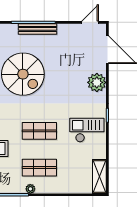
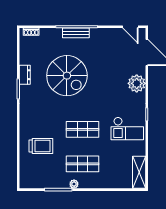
door: (90, 22) -> (130, 27), swing flipped
bench: (38, 29) -> (76, 33), width x0.73
checkout: (87, 130) -> (127, 128), turned 180

